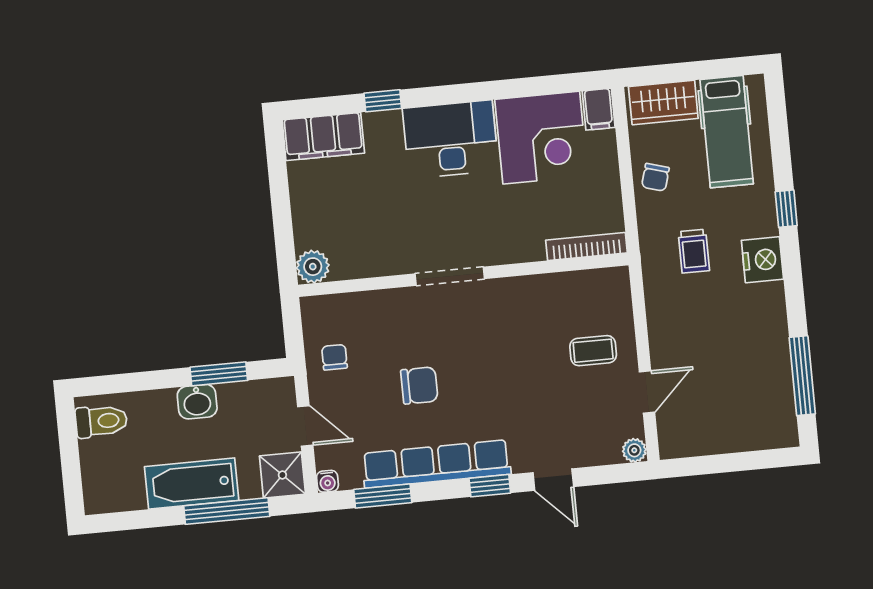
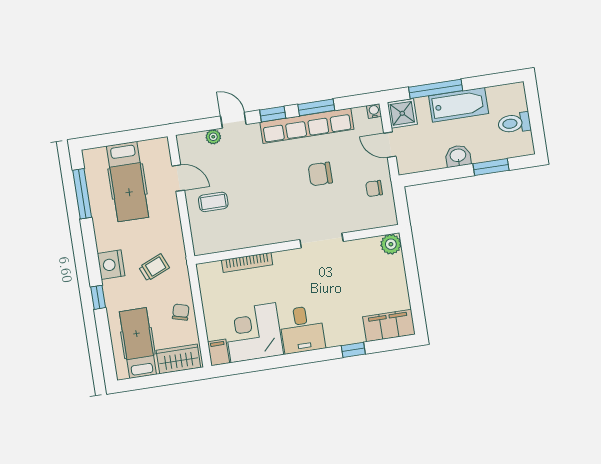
desk: (451, 139) -> (302, 329), width x0.73
bookcase: (586, 247) -> (247, 262), moved
trolley: (694, 251) -> (154, 267), turned 67
doorway: (450, 276) -> (321, 241), moved
chair: (334, 357) -> (374, 189), turned 90
window: (219, 374) -> (491, 167), moved
hospital bed: (729, 391) -> (127, 182), added
door: (647, 392) -> (178, 178), swing flipped
toilet: (101, 421) -> (514, 123), moved
plant: (634, 450) -> (213, 137), moved
window: (383, 496) -> (316, 107), moved

